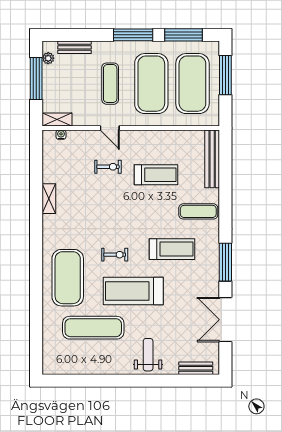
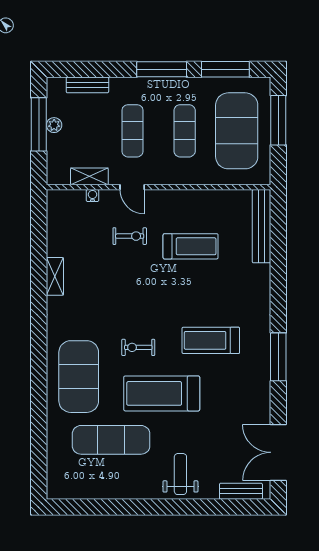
plant: (48, 58) -> (54, 125), moved
exercise mat: (151, 84) -> (185, 131), width x0.50, depth x0.69
shelving: (57, 120) -> (89, 176), moved
water cooler: (61, 135) -> (92, 195), moved
exercise mat: (198, 211) -> (244, 293), removed
treadmill: (172, 249) -> (211, 340), turned 180
exercise bike: (115, 255) -> (138, 347), turned 180
double door: (225, 320) -> (278, 452), moved

